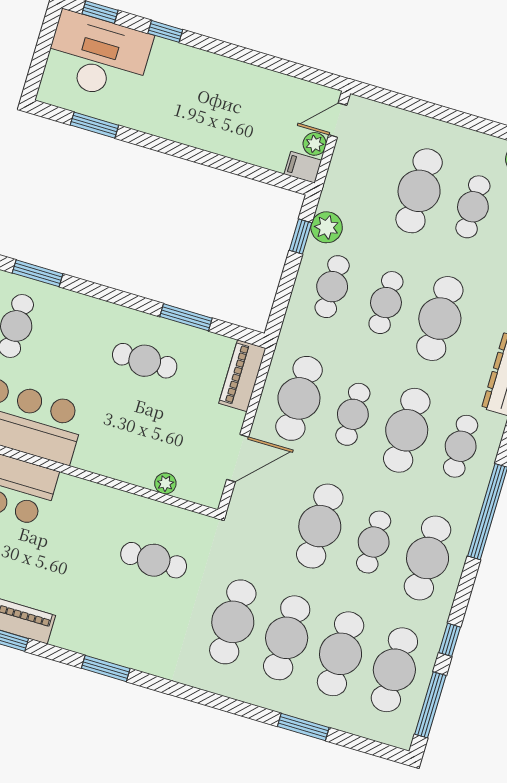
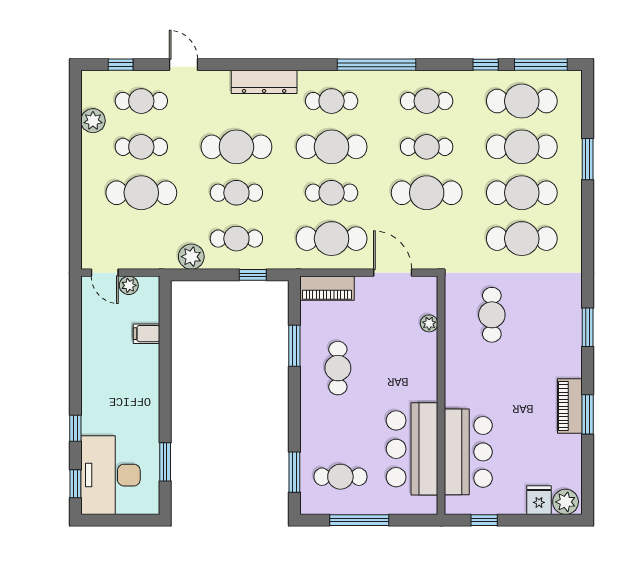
filing cabinet: (303, 167) -> (147, 334), moved, turned 90
window: (301, 237) -> (253, 275), moved
cafe table: (428, 558) -> (427, 101), width x0.73, depth x0.74

